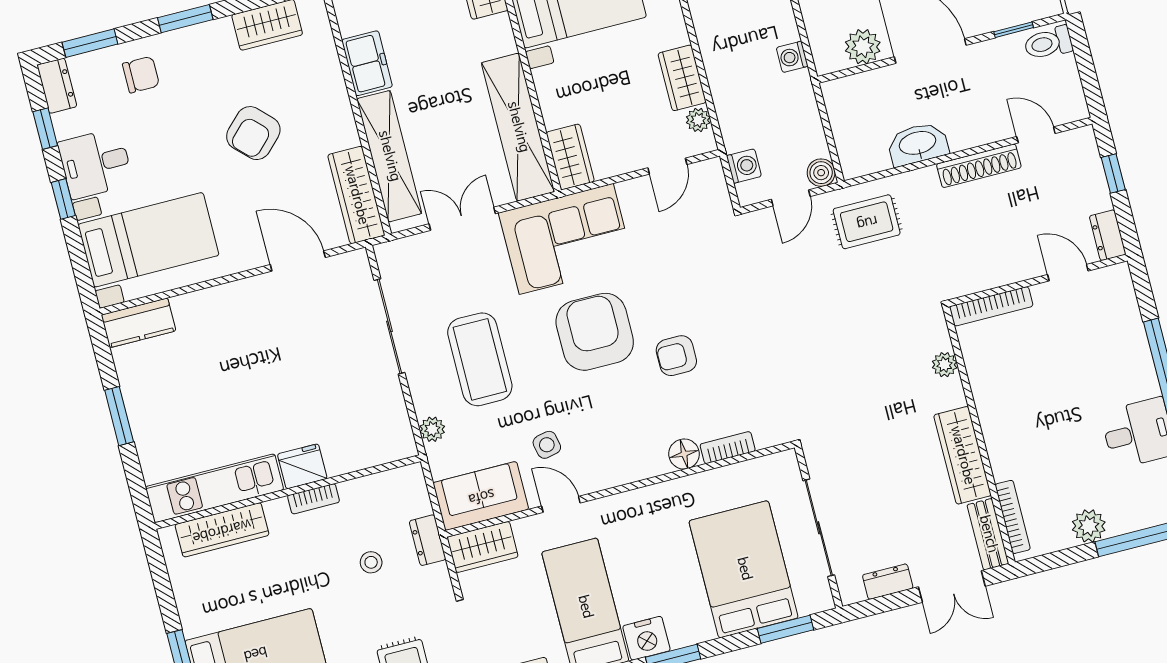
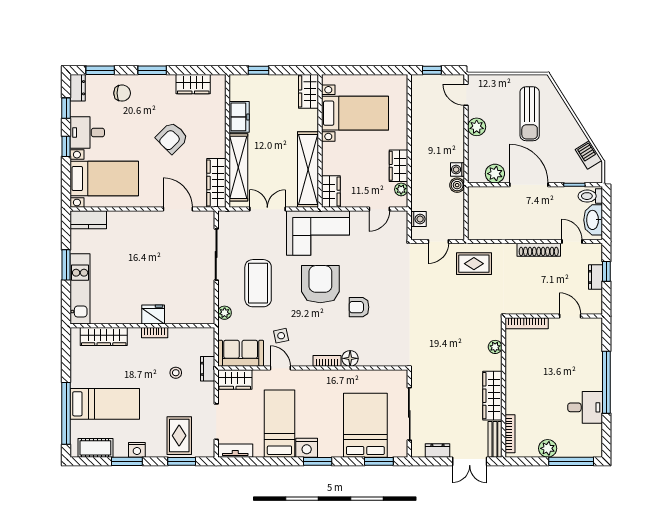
washbasin: (918, 144) -> (593, 220), moved, turned -90
boiler: (821, 173) -> (457, 185), moved
dresser: (1108, 235) -> (595, 277), moved
bookcase: (728, 448) -> (327, 361), moved
kitchen unit: (214, 488) -> (80, 289), moved, turned 90

